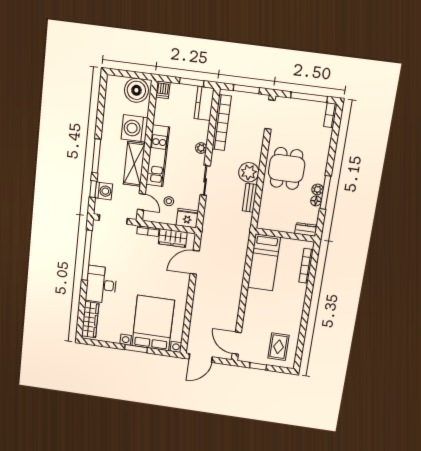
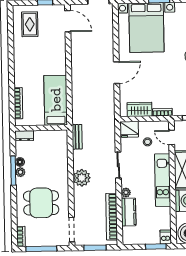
window: (192, 82) -> (156, 246), moved
kitchen counter: (204, 103) -> (129, 212), moved
dining table: (287, 168) -> (41, 203), moved, turned 90
bench: (250, 198) -> (77, 137), moved
door: (195, 262) -> (117, 73), moved

